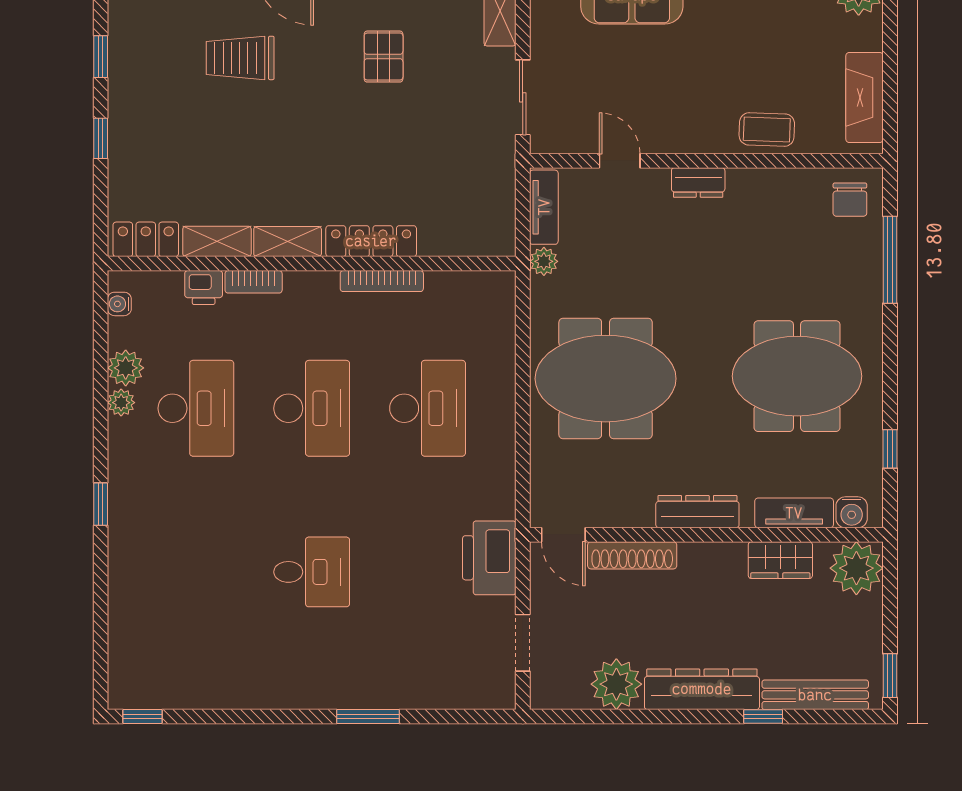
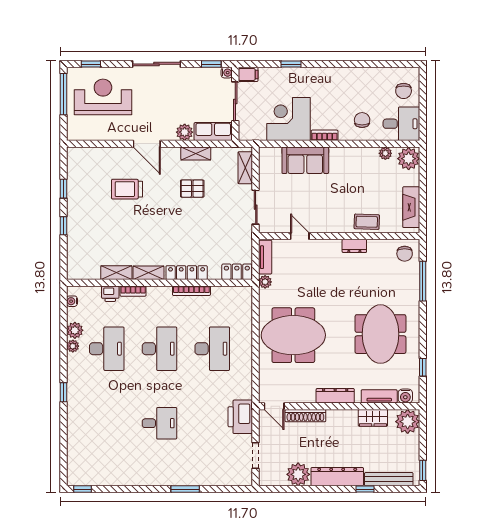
pallet: (384, 57) -> (192, 189), turned 90
dresser: (698, 182) -> (354, 246), moved
locker: (146, 239) -> (237, 272), moved
meeting table: (797, 376) -> (380, 334), turned 90

